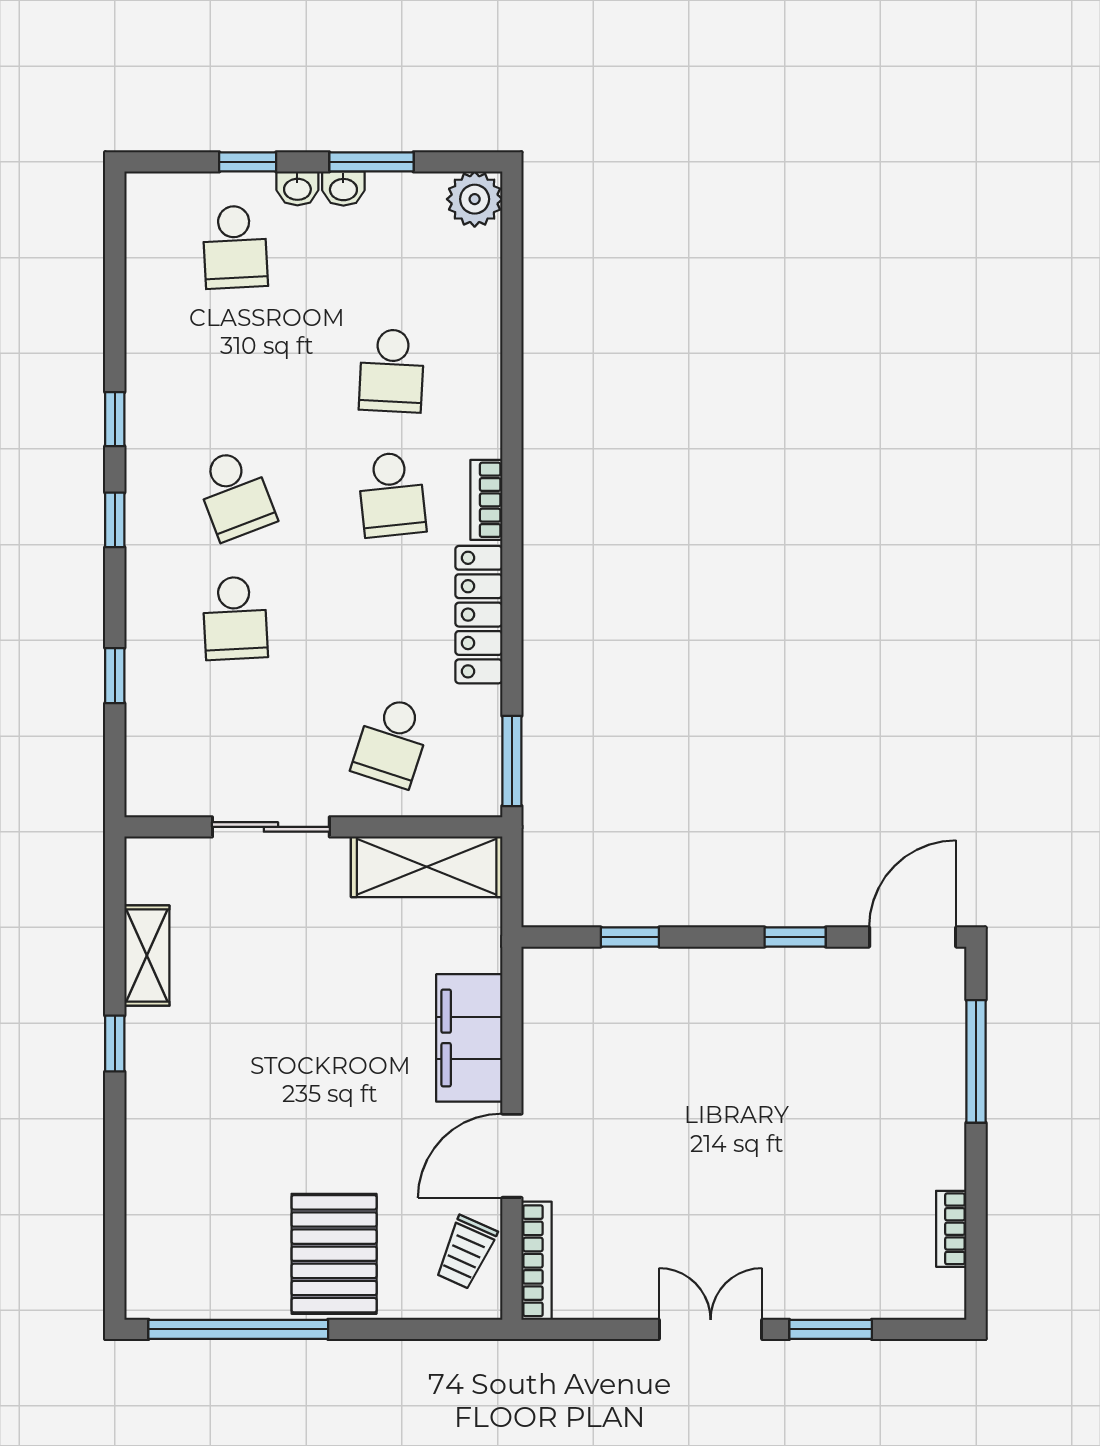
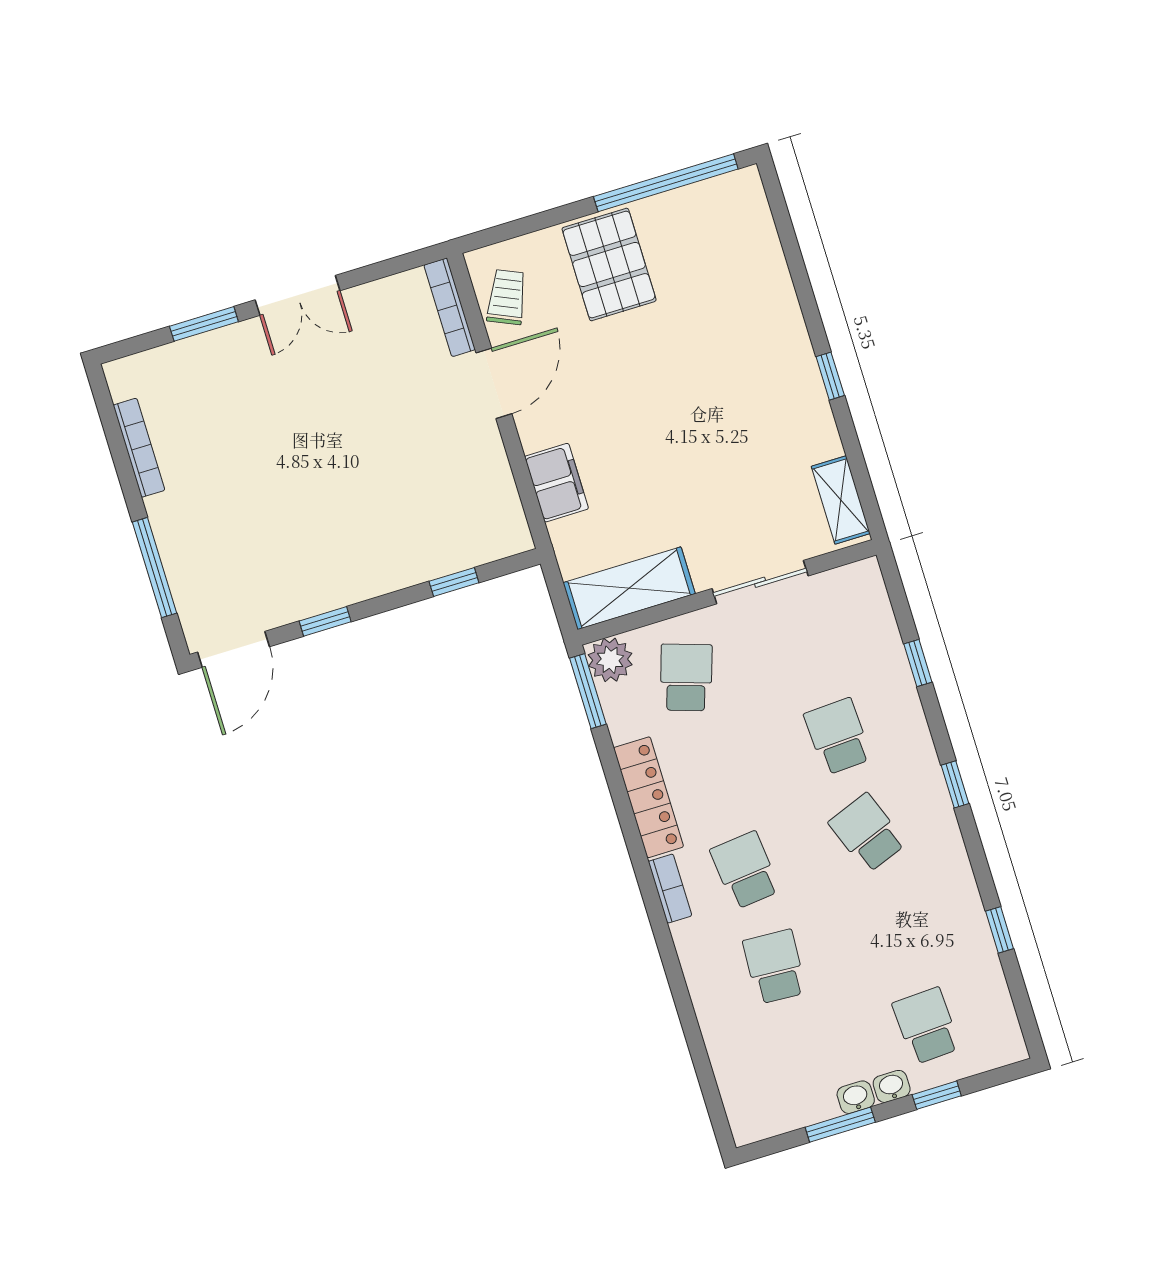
plant: (475, 199) -> (610, 660), moved
window: (115, 419) -> (999, 930), moved
shelving: (147, 956) -> (841, 500), moved
filing cabinet: (469, 1038) -> (556, 483), width x0.67, depth x0.86
bookcase: (951, 1229) -> (139, 448), width x1.56

